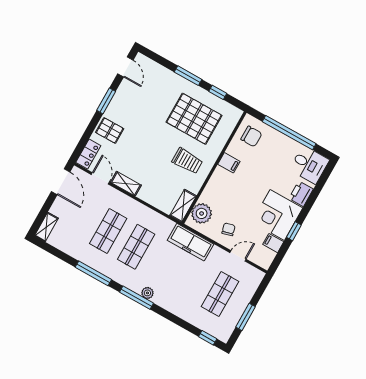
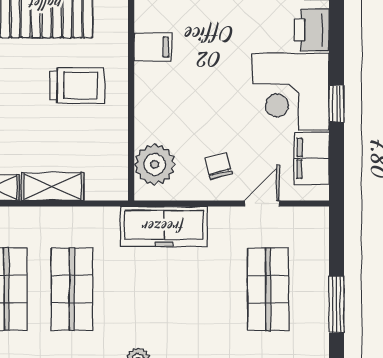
shelving: (183, 206) -> (53, 187), moved, turned 90
filing cabinet: (273, 243) -> (312, 158), width x2.00

